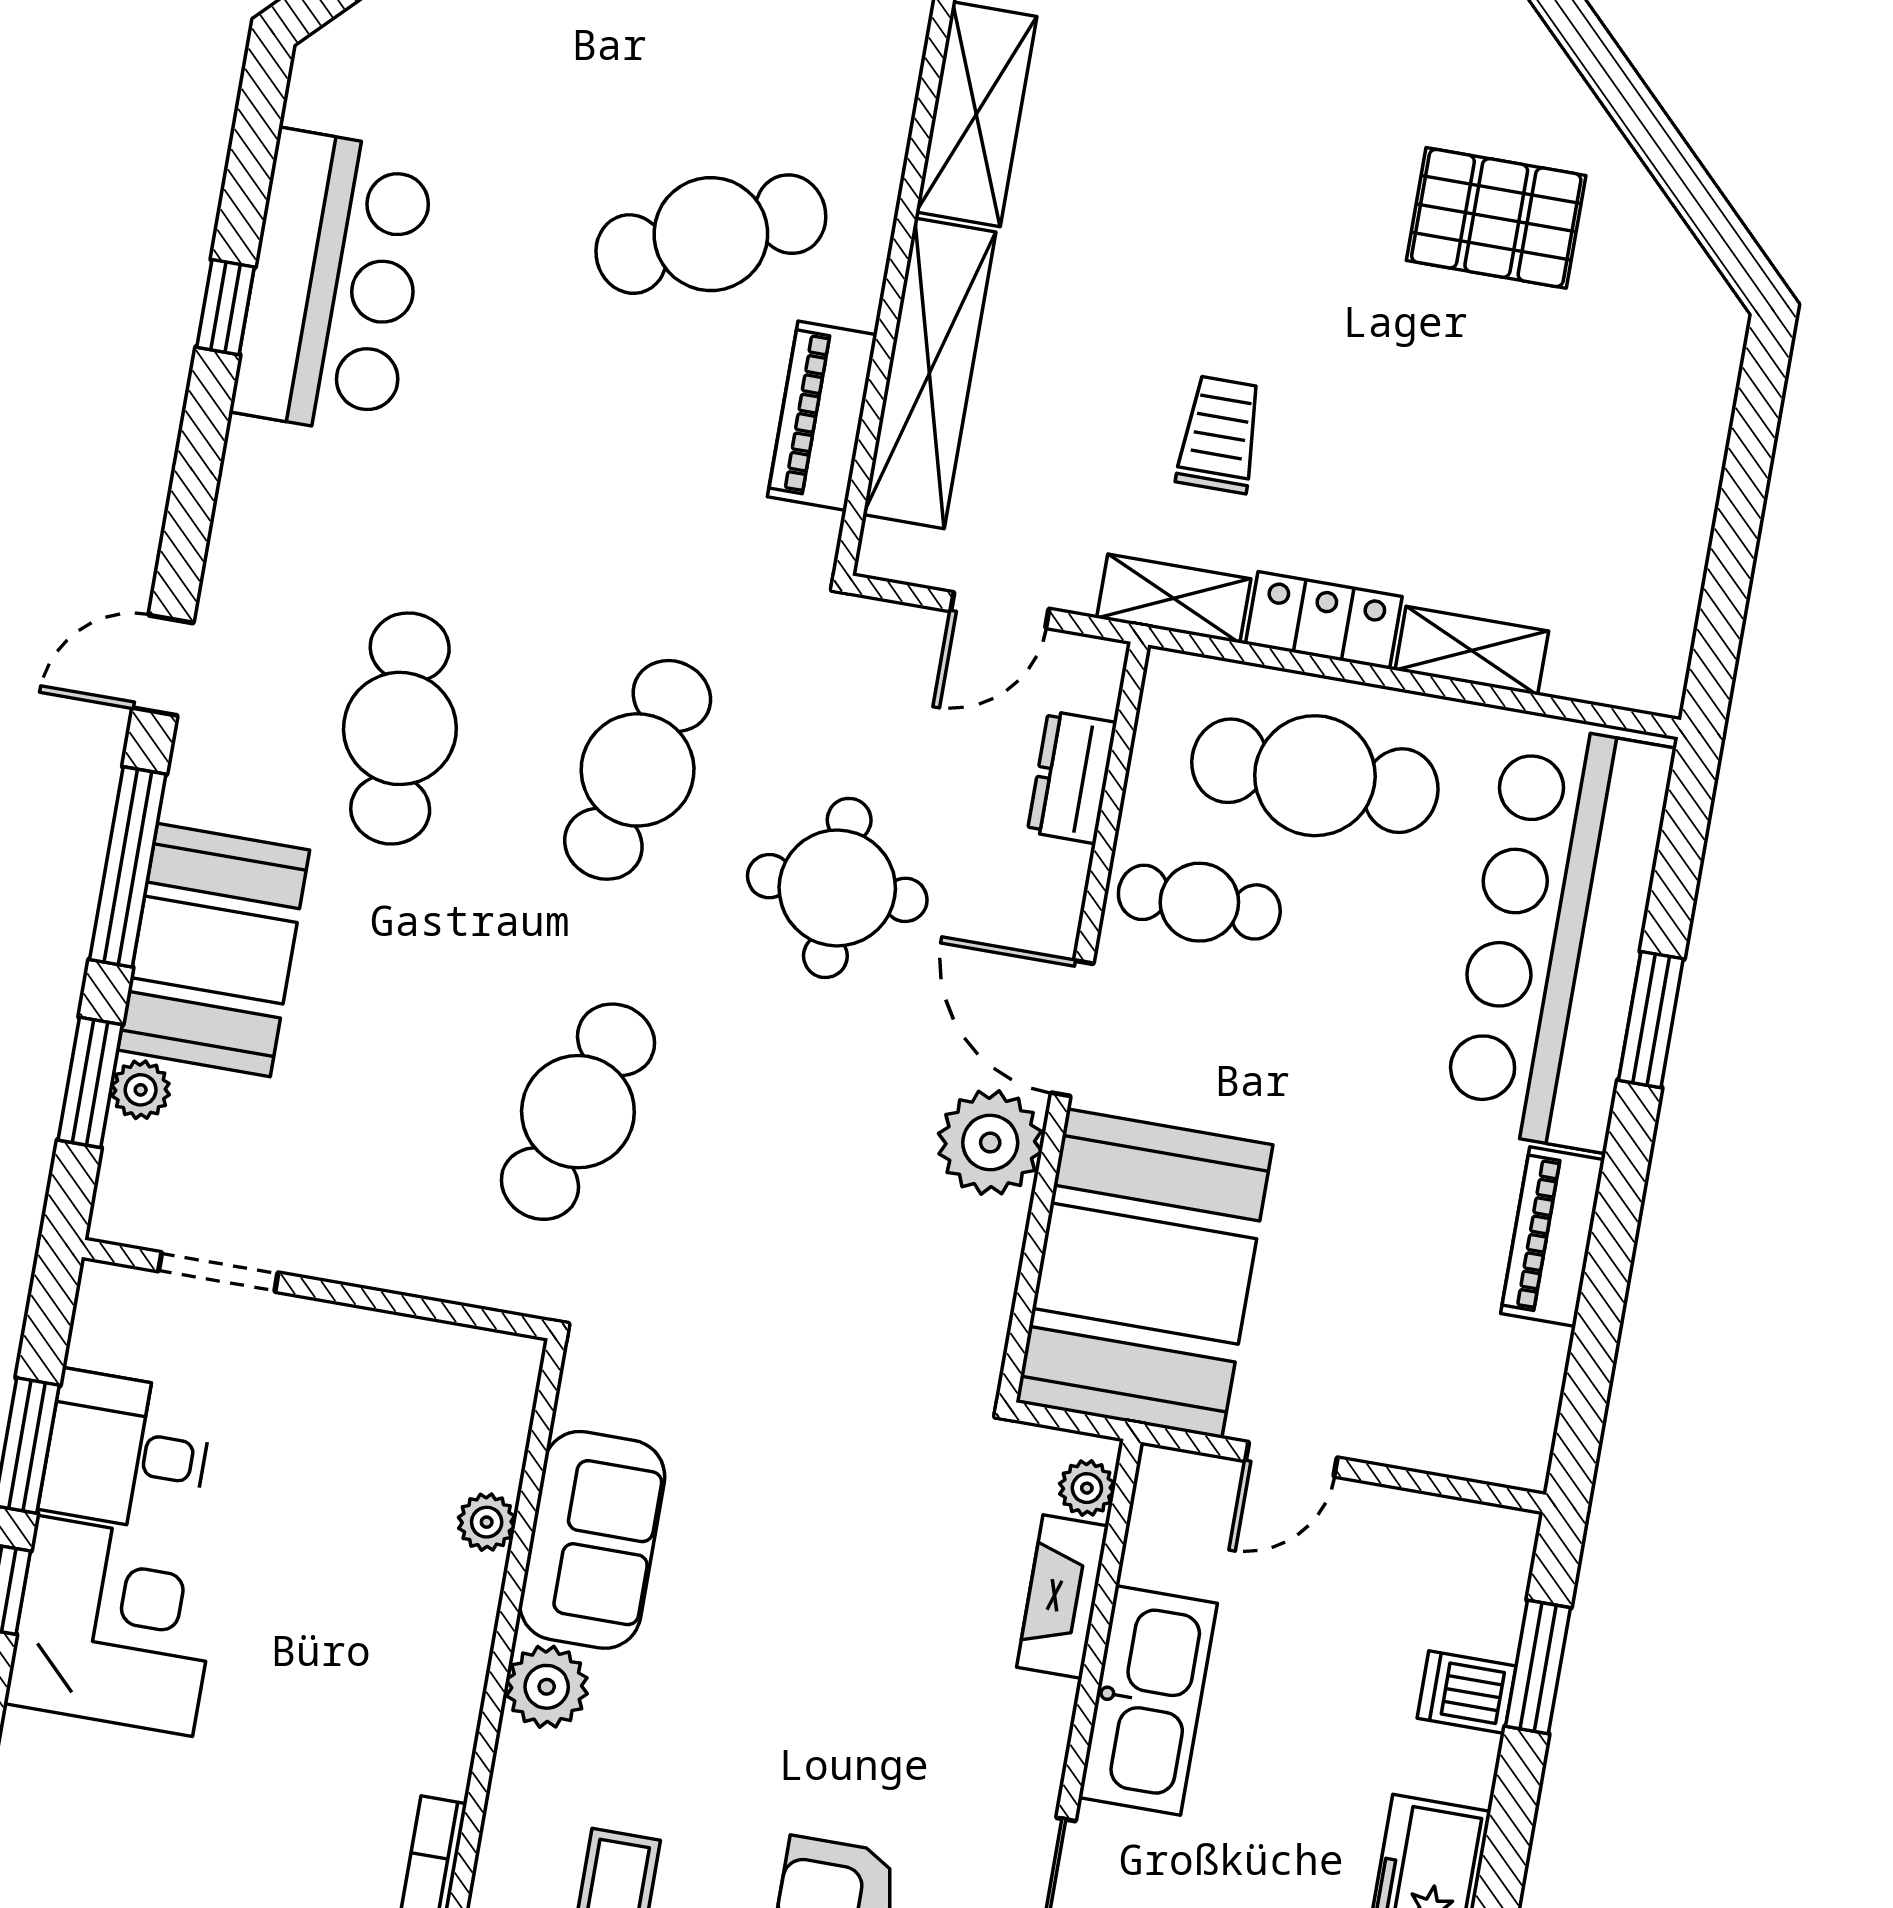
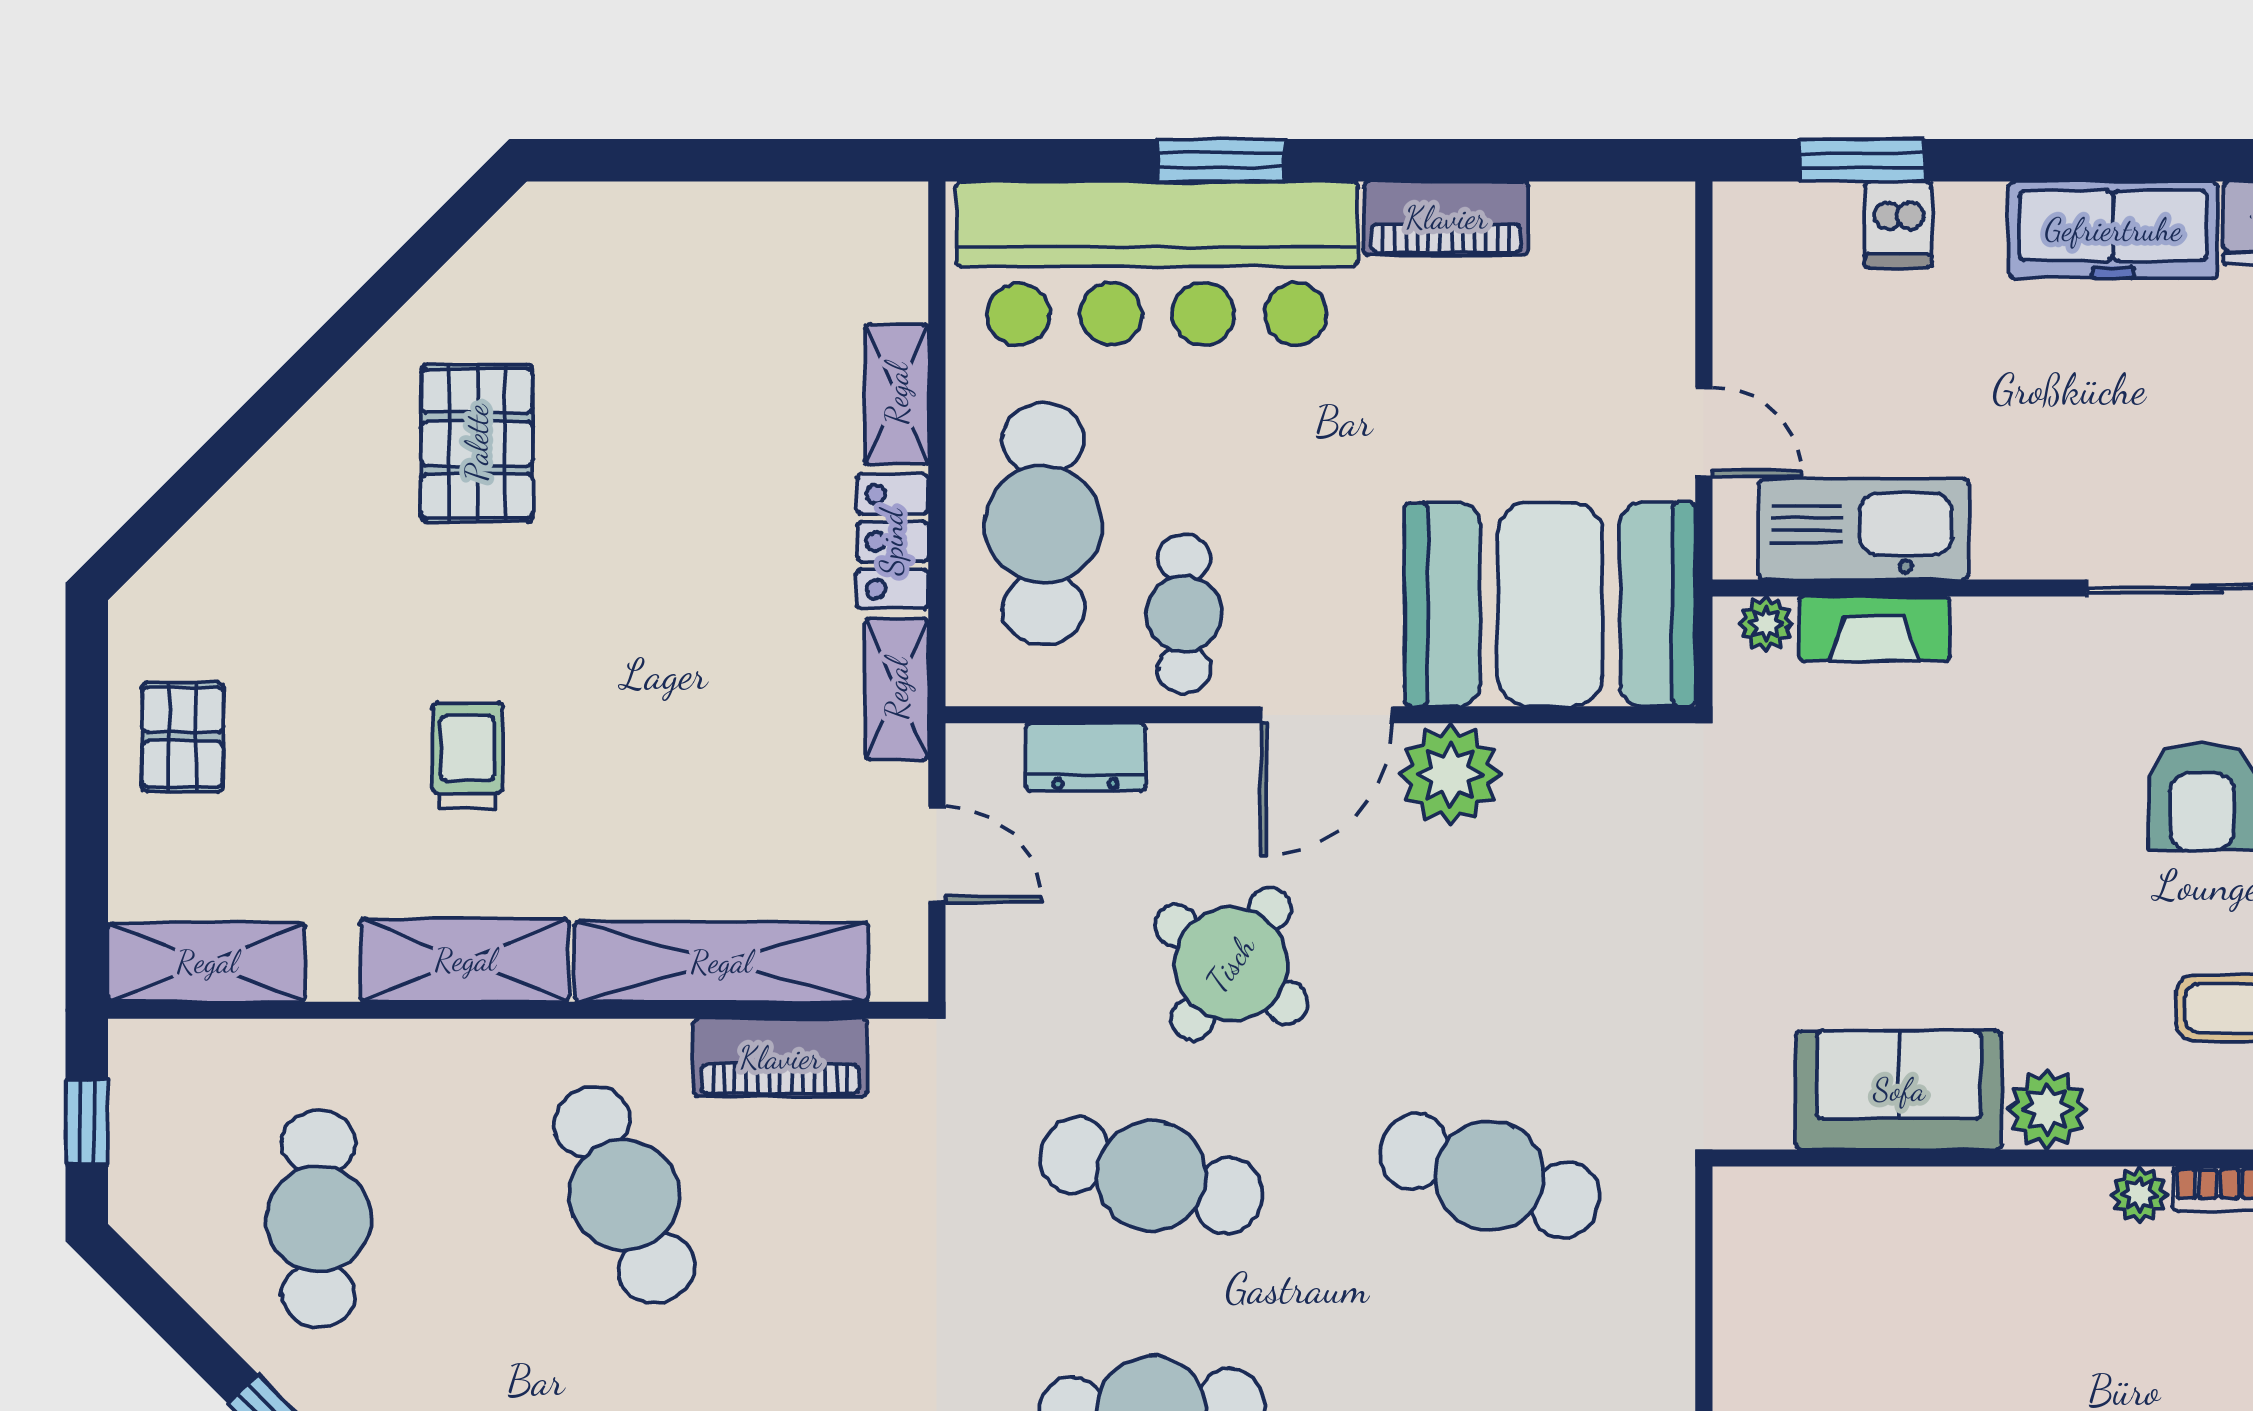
trolley: (1220, 435) -> (468, 756), moved, turned 90
round table: (837, 888) -> (1231, 964), turned 35
plant: (487, 1522) -> (2139, 1195), moved
kitchen sink: (1148, 1700) -> (1864, 529), moved

